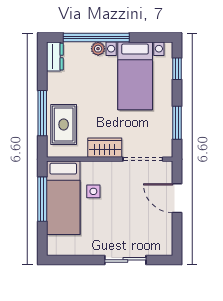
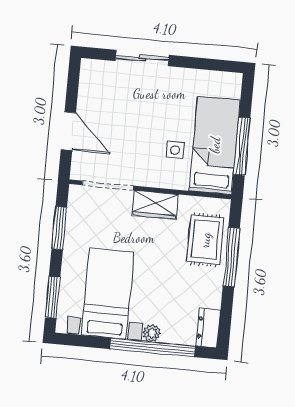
window: (177, 69) -> (53, 297), width x1.50

